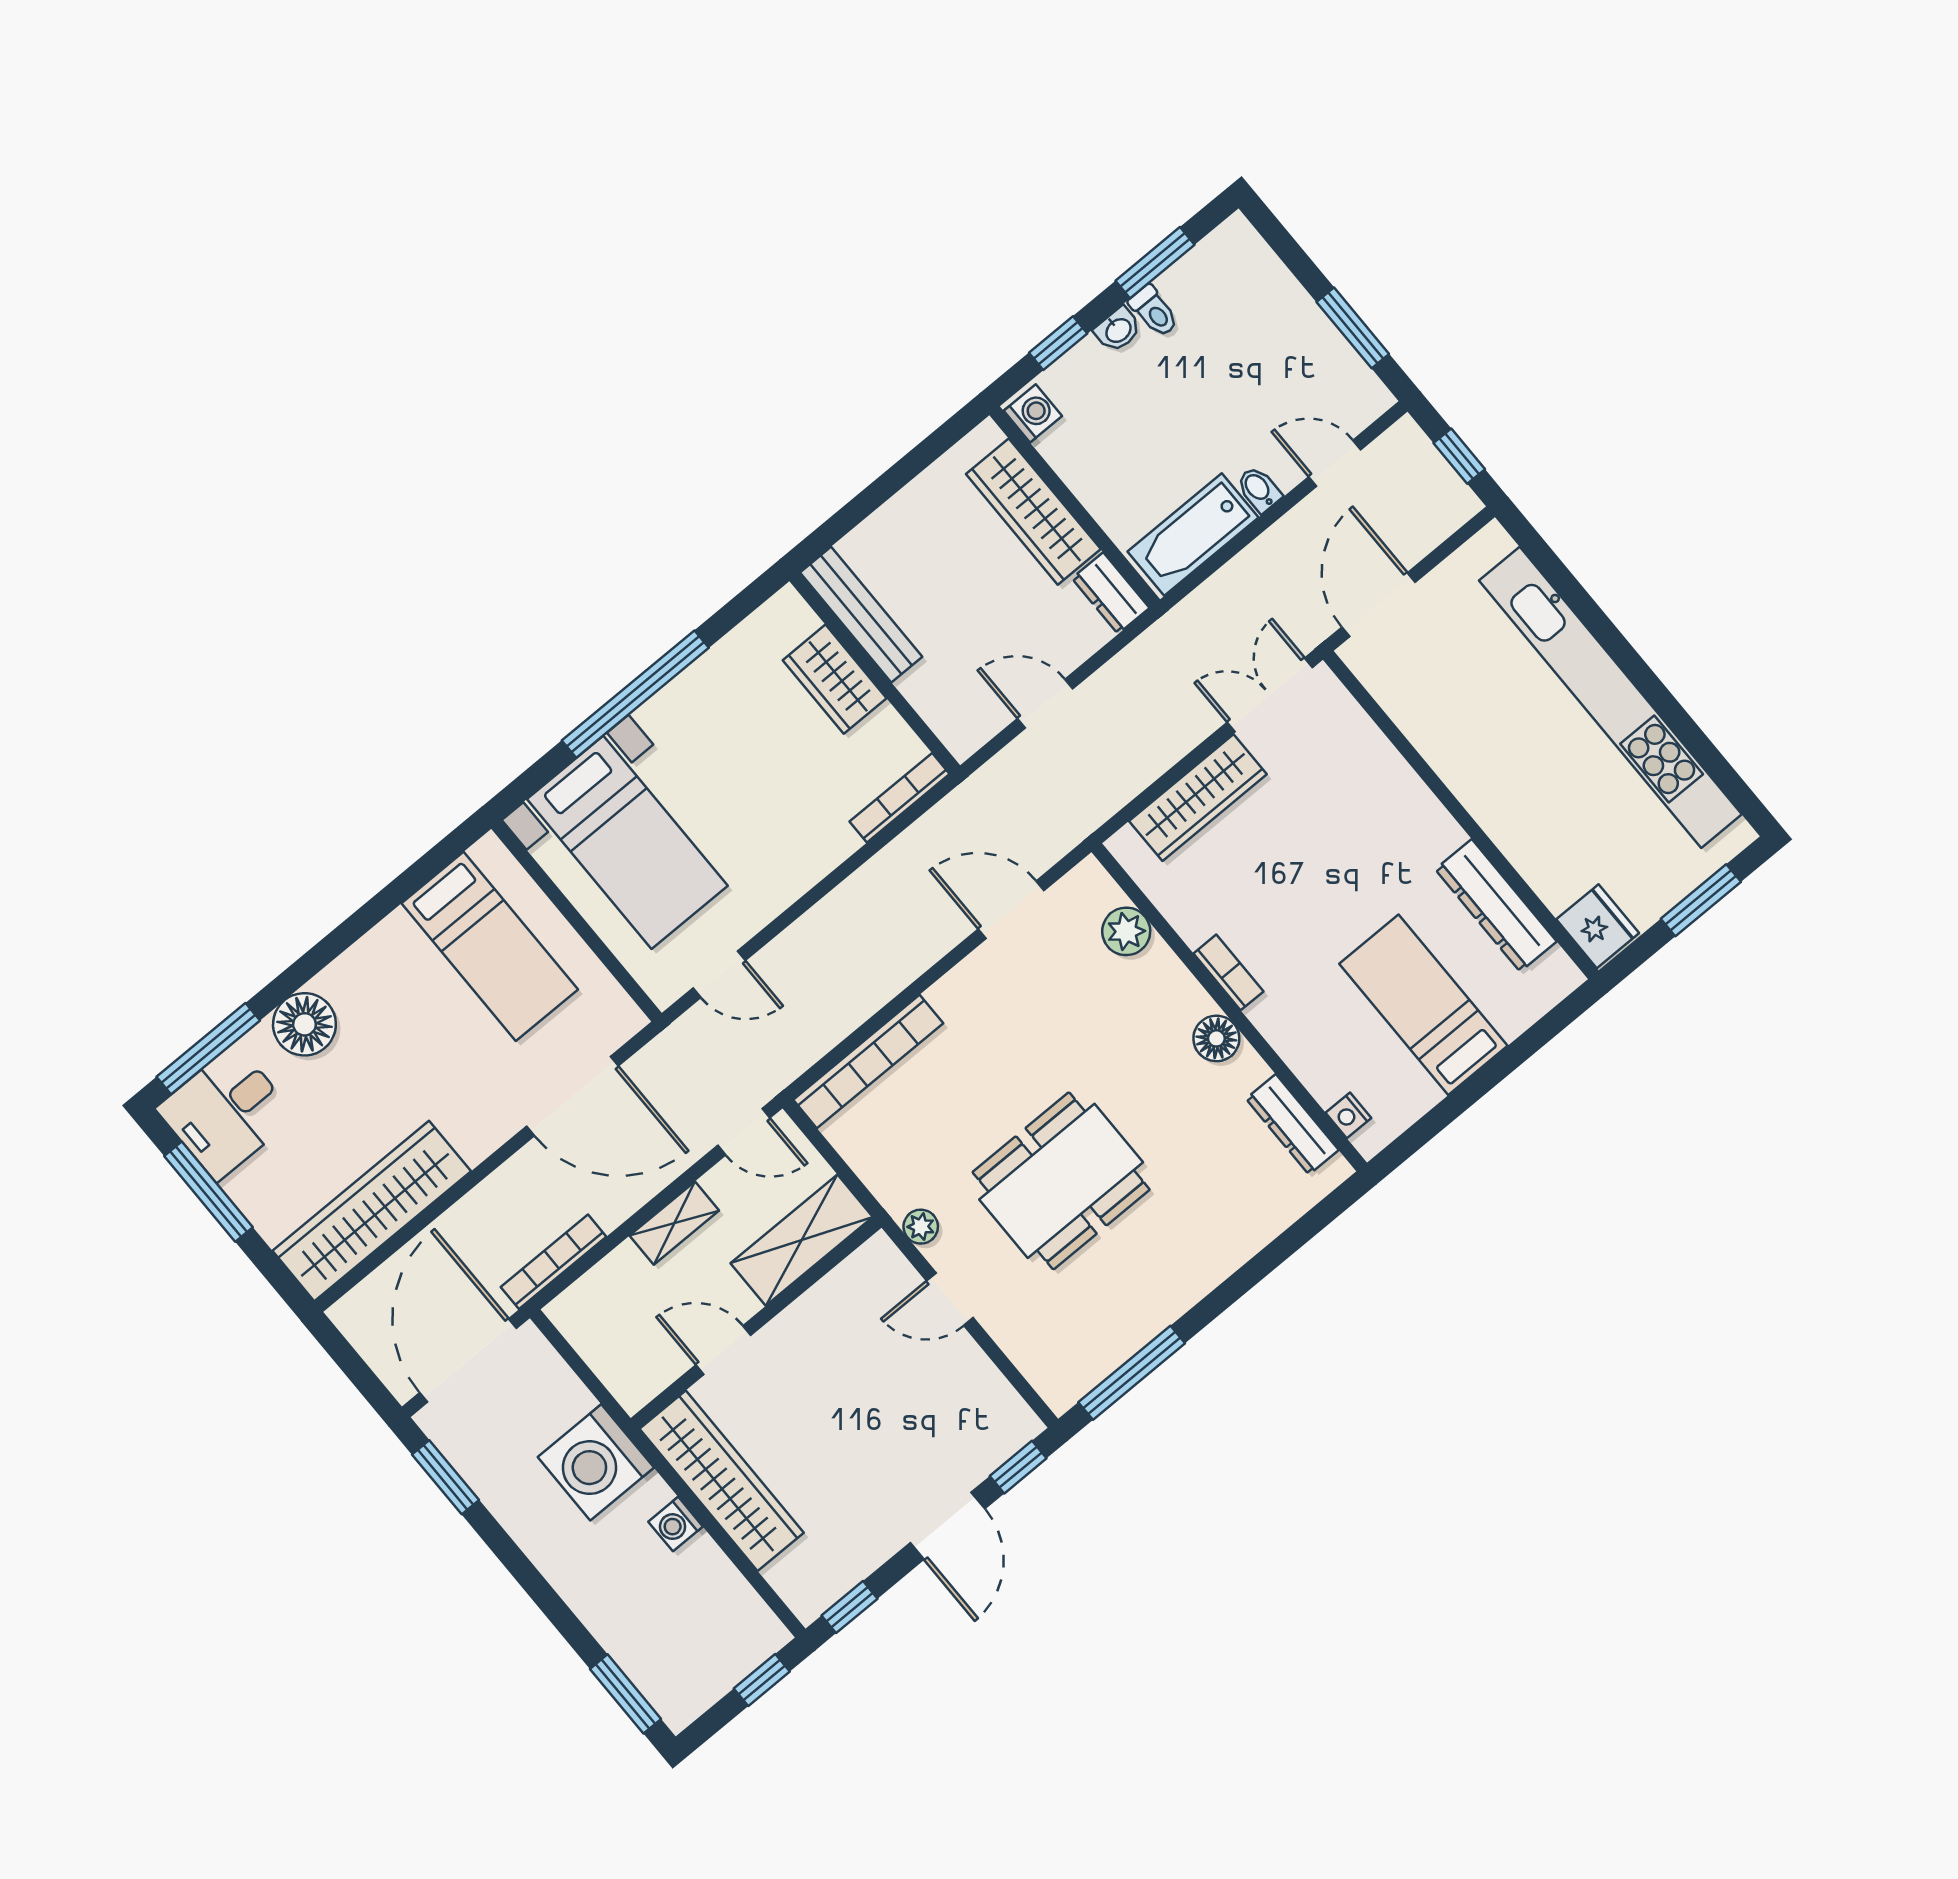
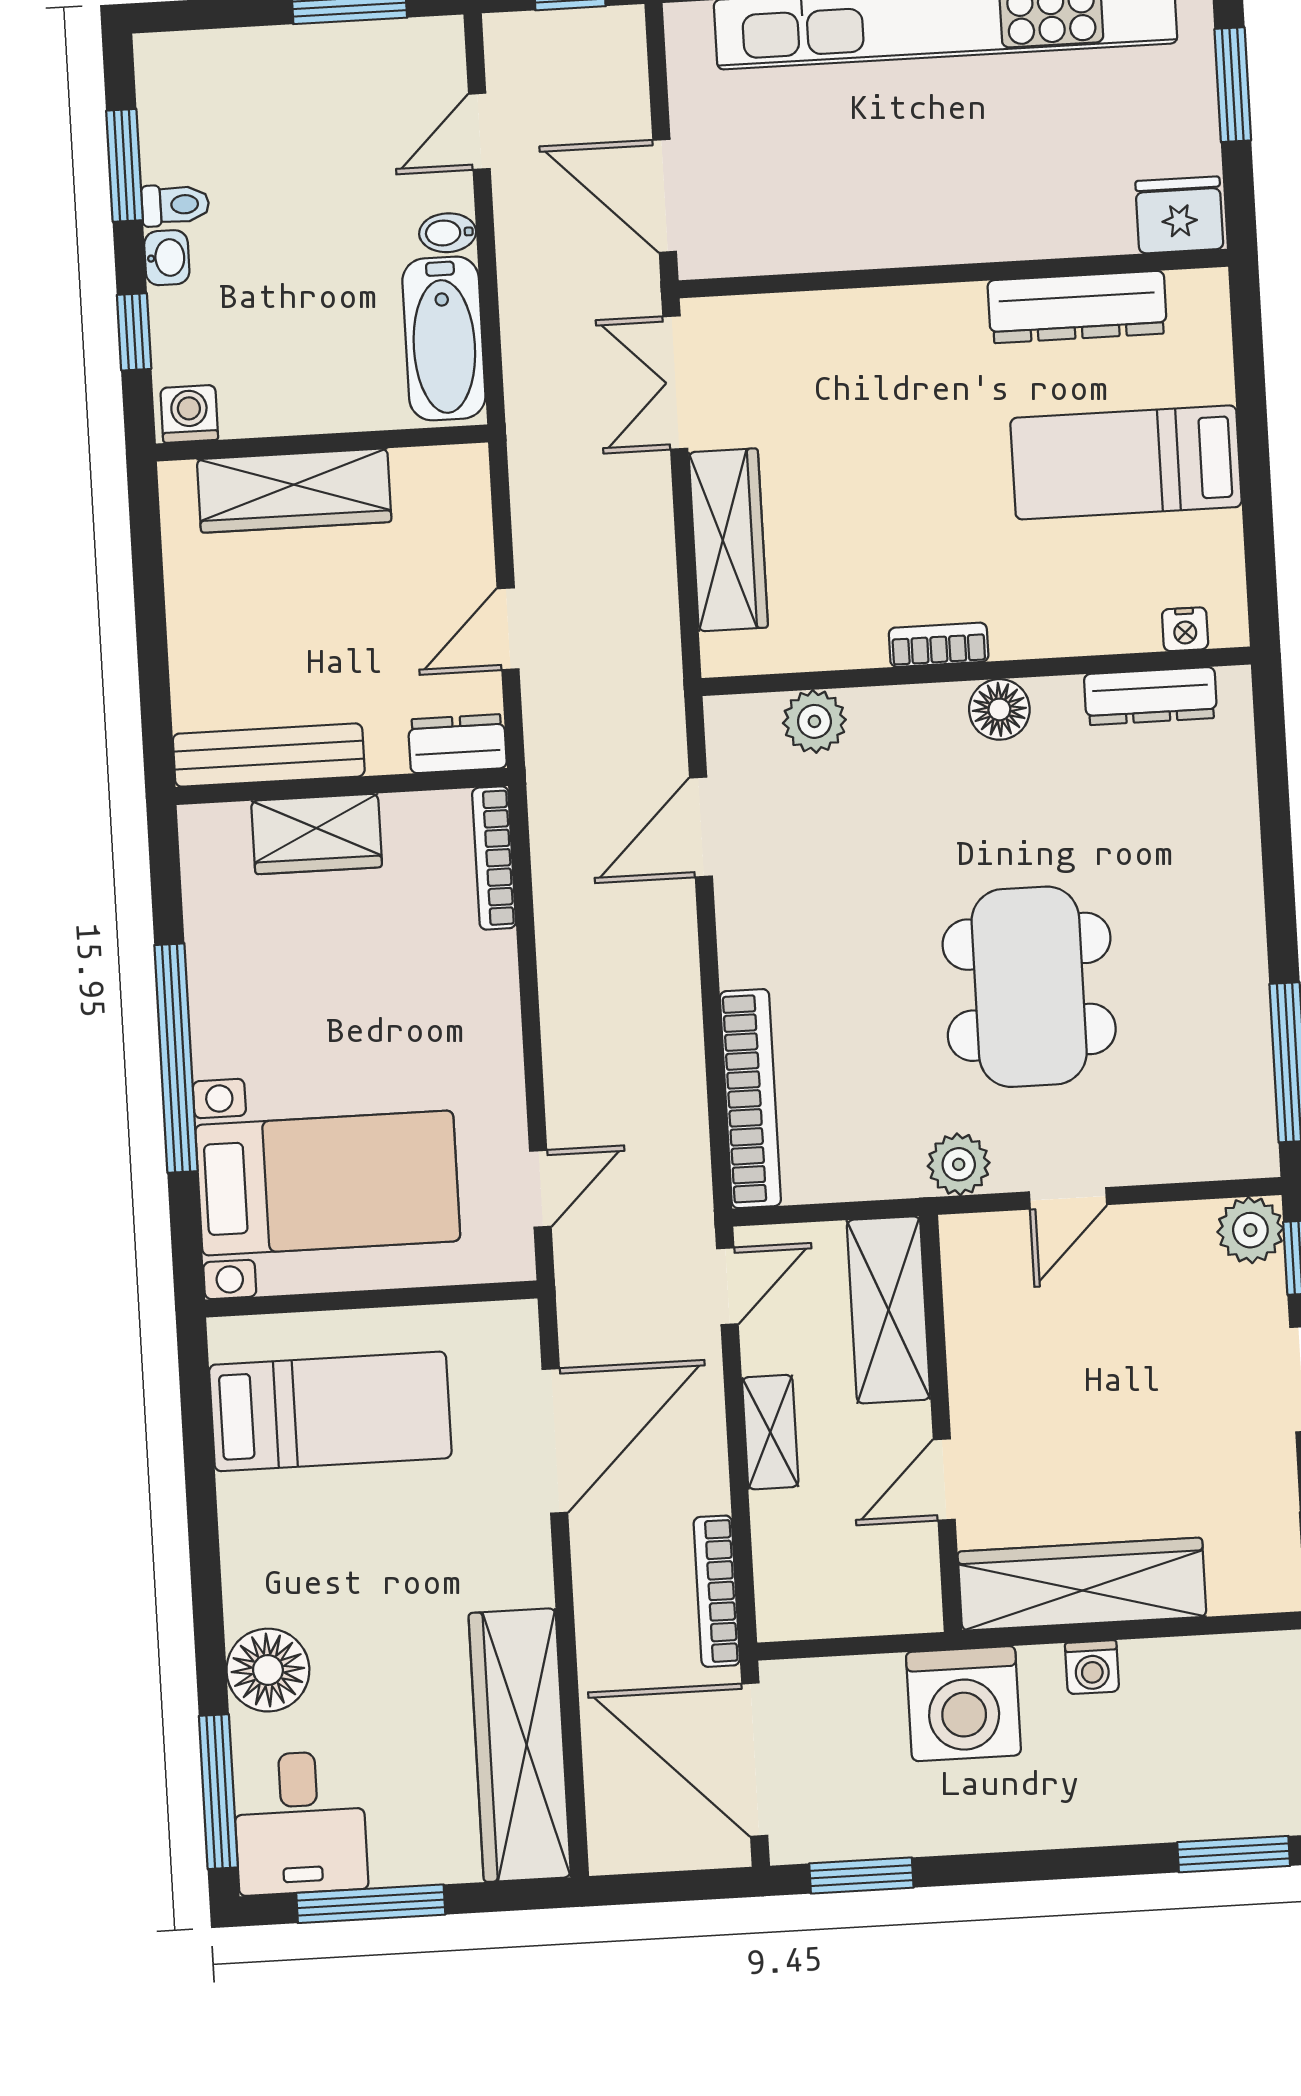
dresser: (1111, 593) -> (457, 744), moved, turned 180
plant: (921, 1227) -> (959, 1164), width x1.38, depth x1.38
plant: (1012, 1424) -> (1250, 1230), added

